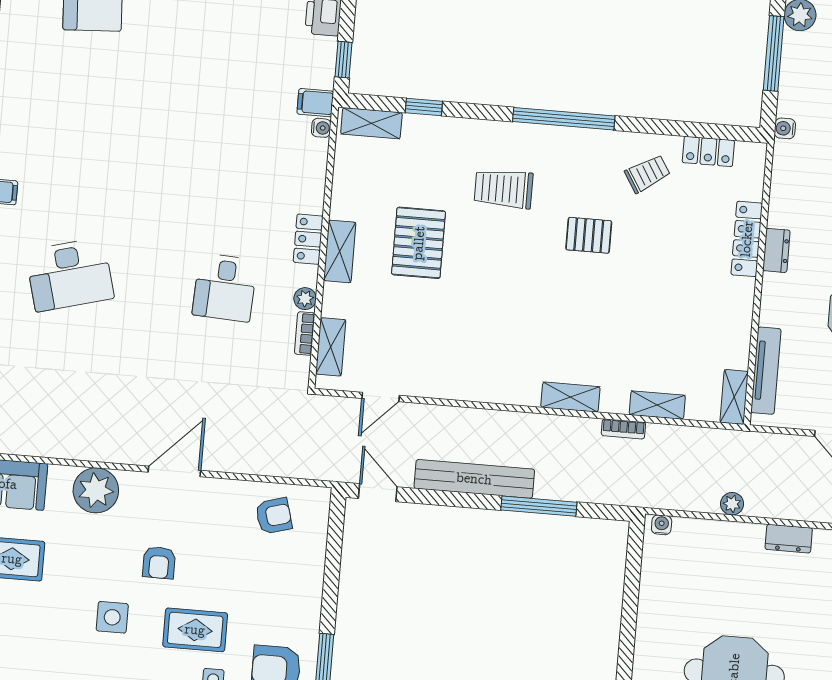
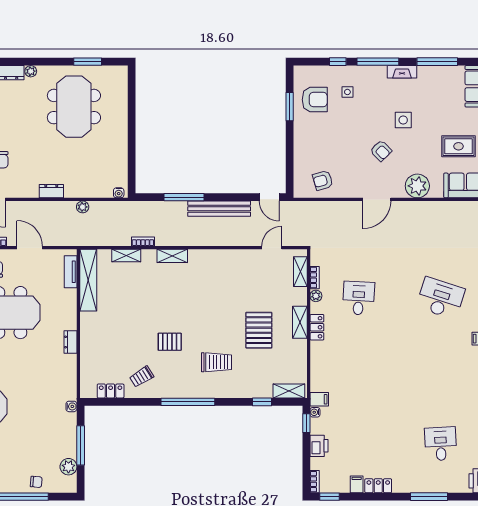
water cooler: (321, 128) -> (315, 412), moved
locker: (747, 239) -> (87, 347), removed
desk: (70, 275) -> (441, 298), turned 33
tv unit: (766, 371) -> (71, 272), width x0.71
shelving: (734, 397) -> (88, 280), width x2.20, depth x1.33
armchair: (159, 563) -> (381, 151), turned 135
rug: (195, 630) -> (359, 117), removed

